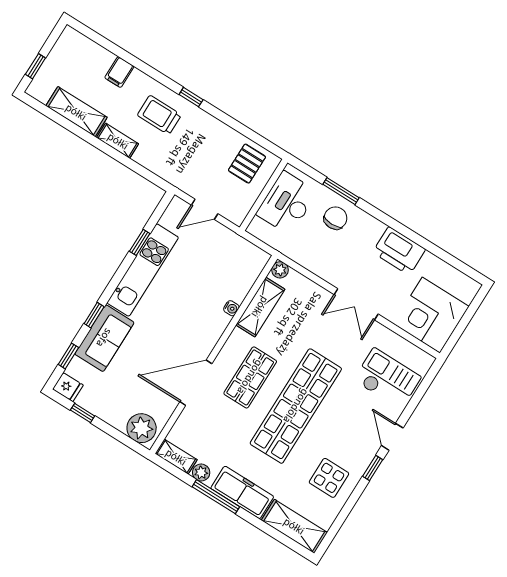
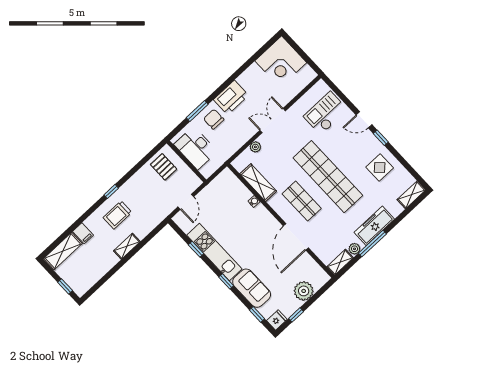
shelving: (76, 112) -> (63, 251), moved
printer: (399, 251) -> (231, 97), moved
plant: (280, 270) -> (255, 147), moved
double door: (356, 304) -> (273, 121), swing flipped
window: (94, 315) -> (226, 281), moved
corner desk: (431, 315) -> (281, 62), moved
plant: (142, 428) -> (304, 291), moved
shelving: (294, 526) -> (411, 195), width x0.67, depth x0.75

